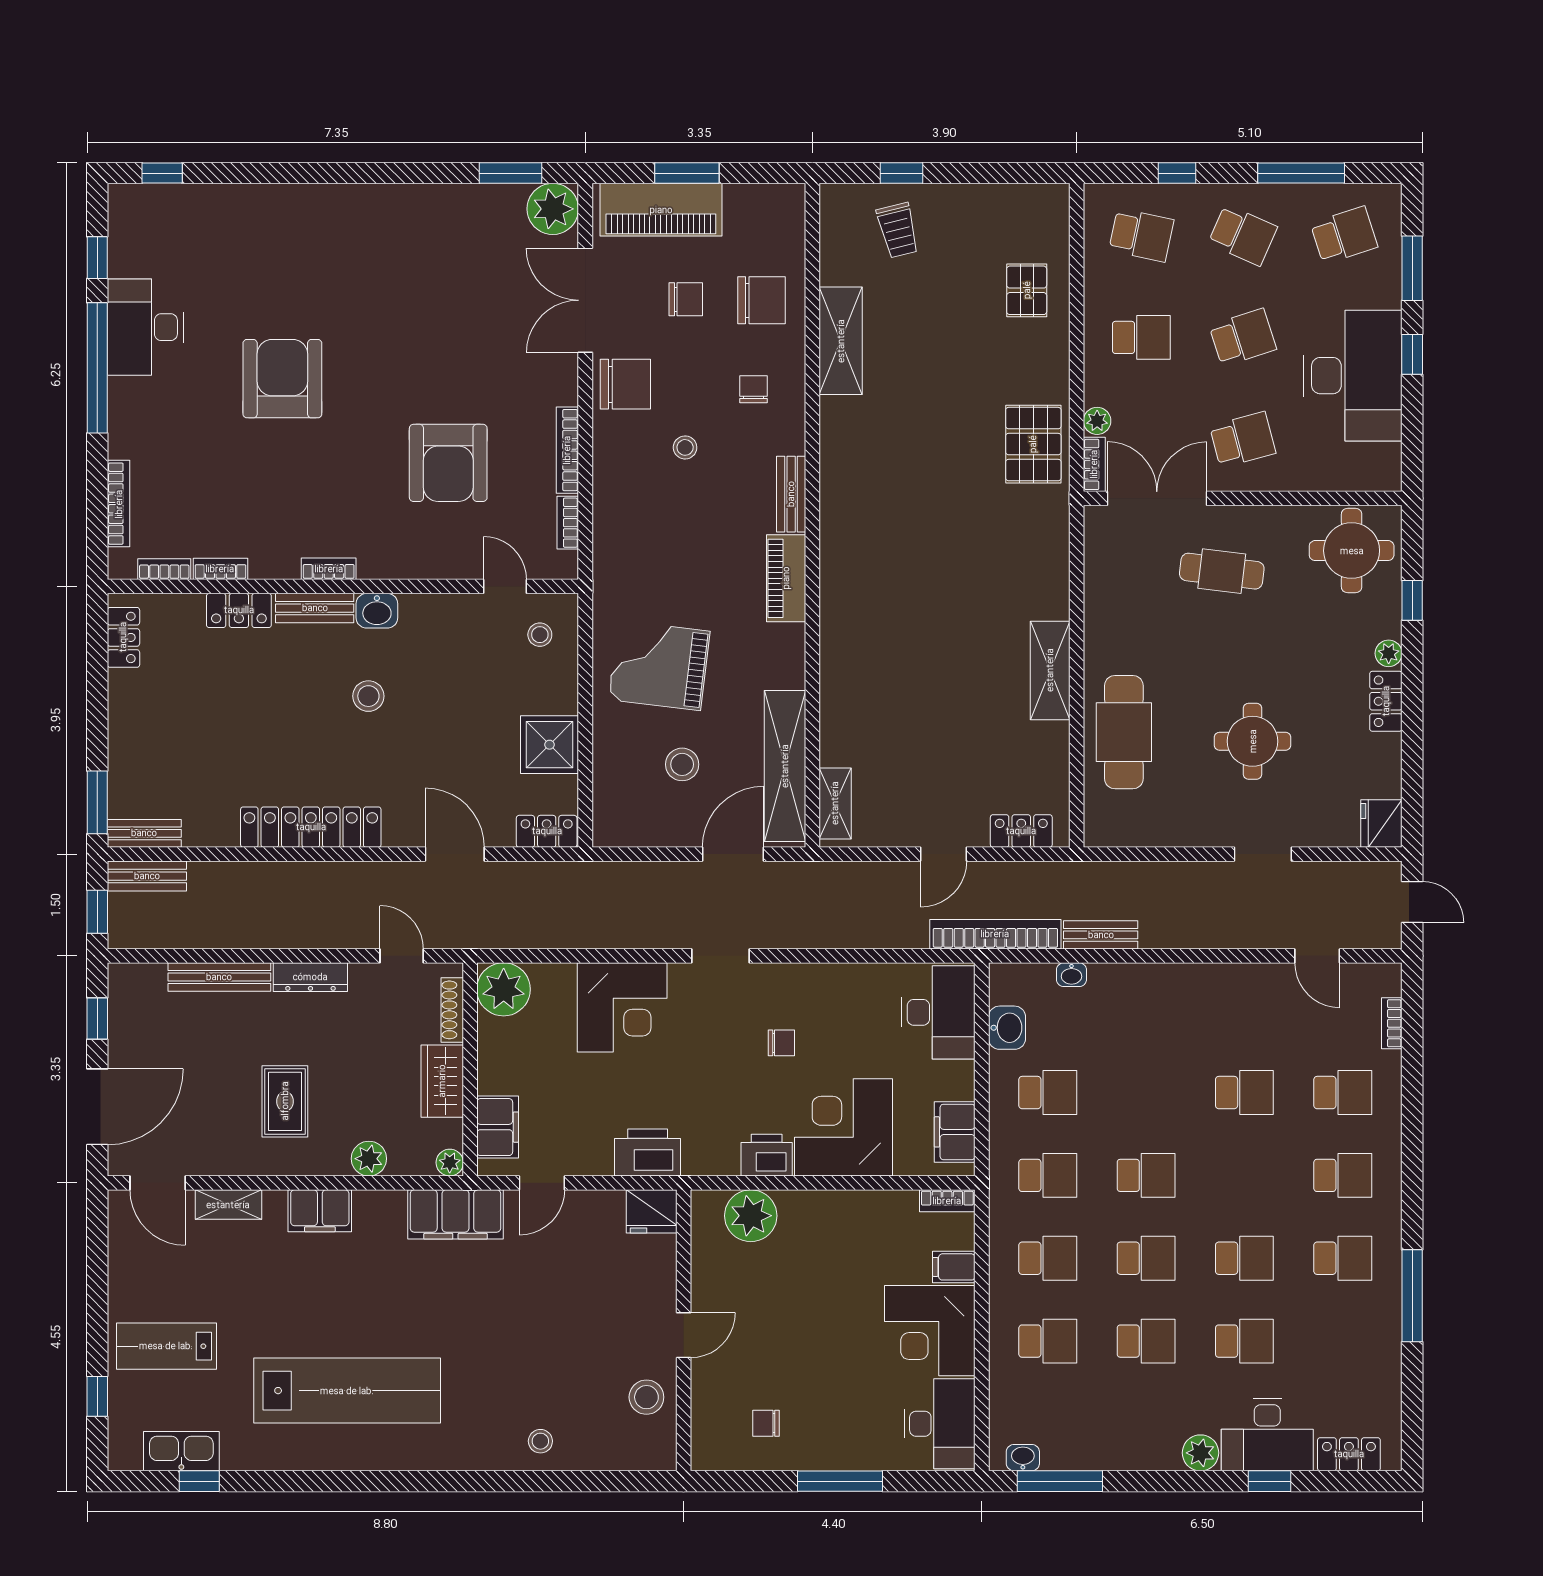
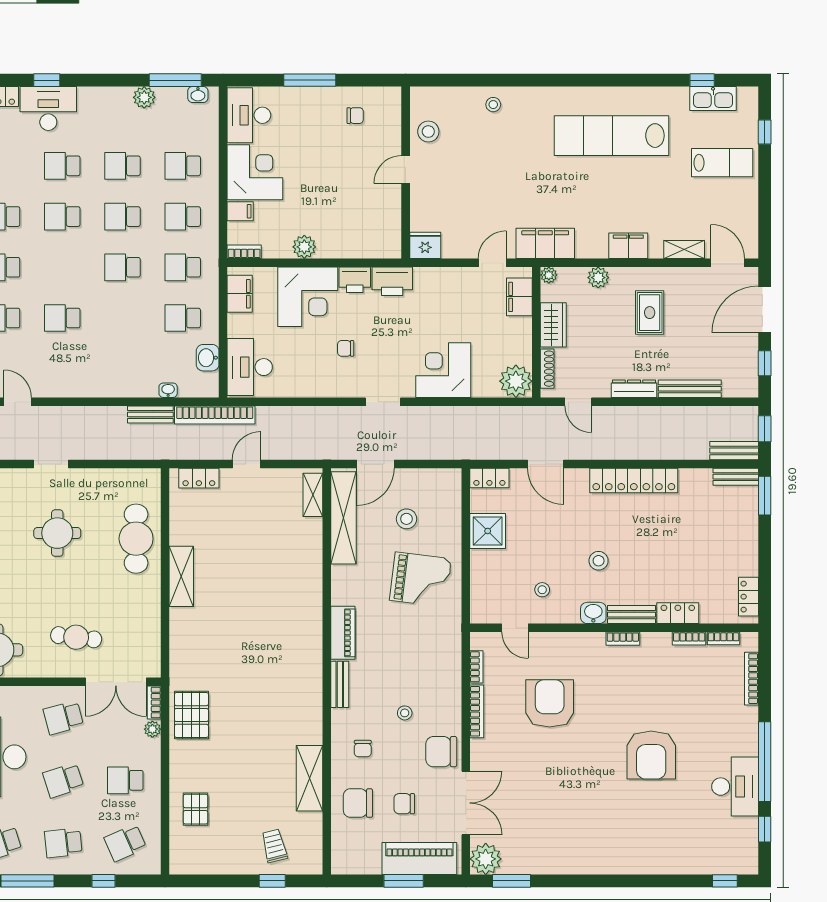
school desk: (1141, 235) -> (125, 843), turned -36
school desk: (1243, 235) -> (63, 843), turned -30
stool: (540, 635) -> (542, 590), moved
printer: (648, 1153) -> (392, 281), moved
plant: (751, 1216) -> (304, 247), moved, width x0.73, depth x0.73
plant: (1200, 1453) -> (144, 97), moved

